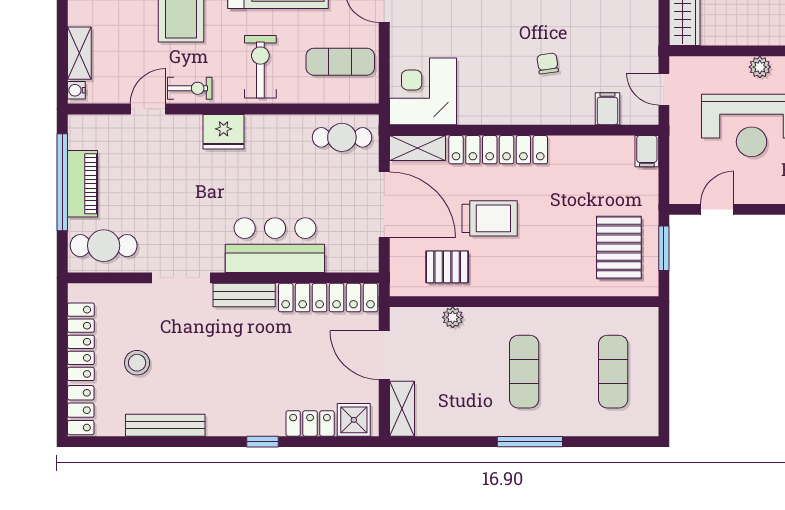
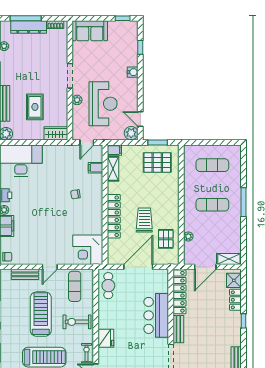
shelving: (417, 148) -> (113, 169), moved
plant: (685, 189) -> (131, 133), added

